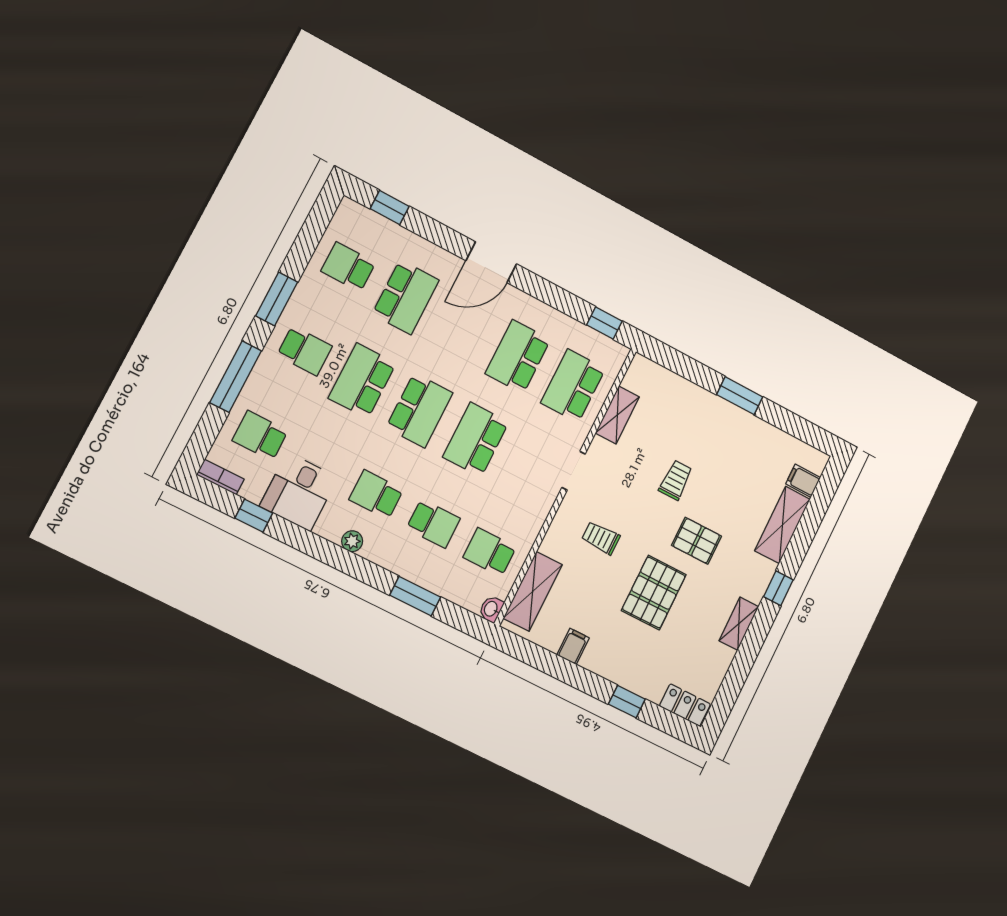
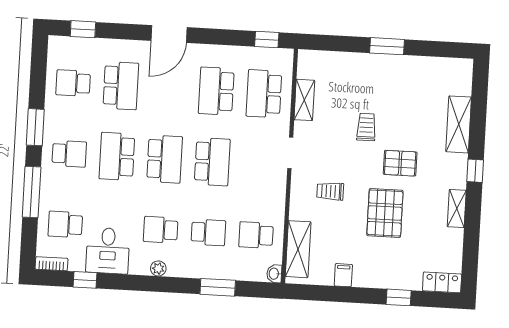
school desk: (476, 440) -> (212, 162), turned 180
filing cabinet: (803, 481) -> (460, 86), removed

